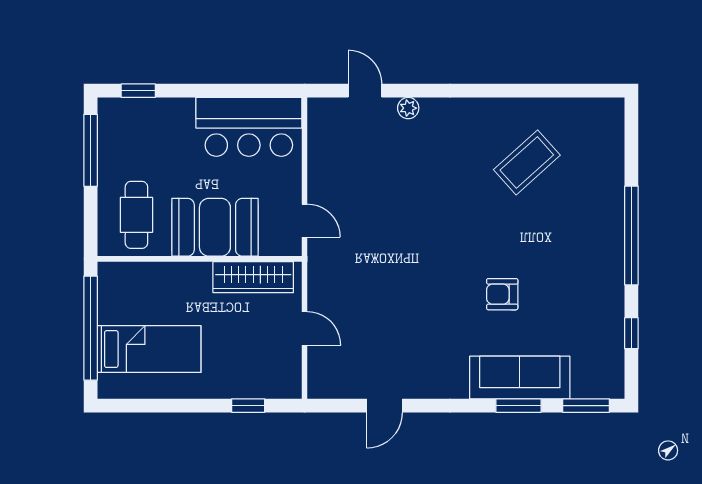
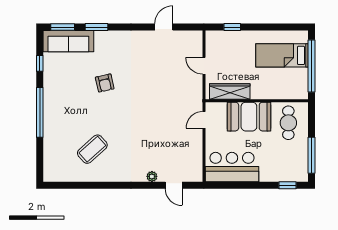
door: (304, 221) -> (204, 120), hinge flipped
armchair: (502, 294) -> (105, 83), turned 77
sofa: (520, 377) -> (68, 41), moved

